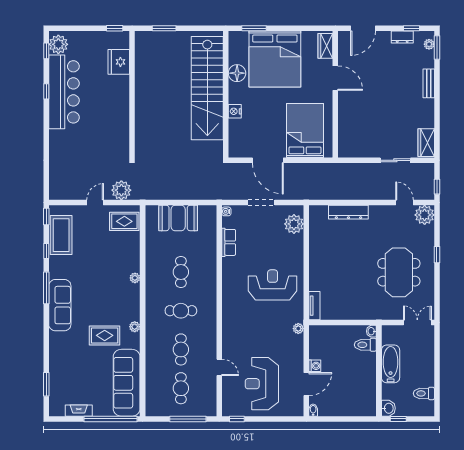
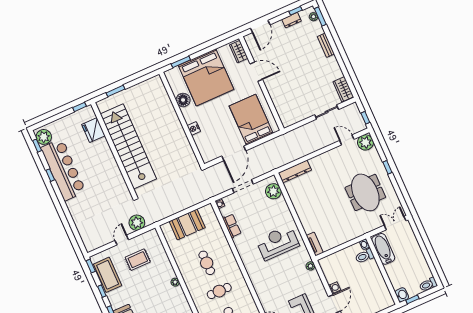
stairs: (207, 88) -> (128, 146), moved, turned 180
door: (268, 160) -> (234, 153), hinge flipped
dresser: (348, 212) -> (295, 171), moved
rug: (124, 221) -> (138, 260), moved
bathtub: (391, 364) -> (383, 249), moved
toilet: (424, 393) -> (428, 285), moved

